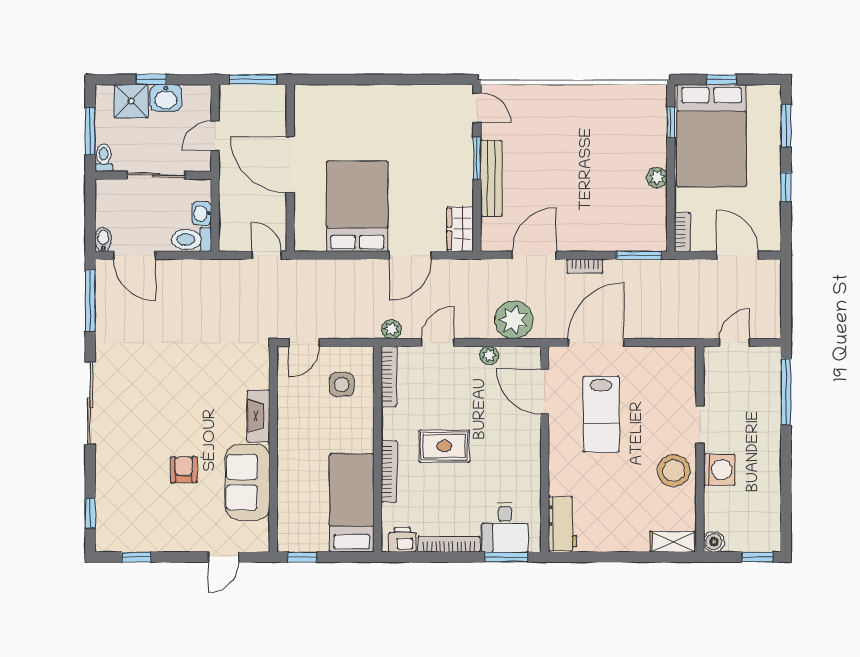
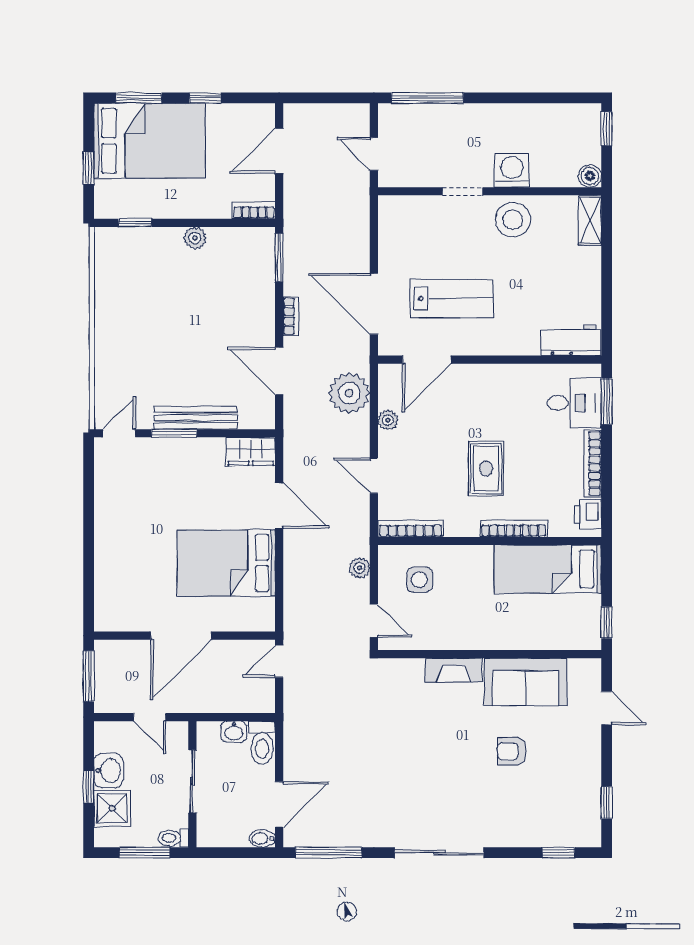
bed: (711, 136) -> (149, 141), moved
plant: (391, 329) -> (359, 568), moved

